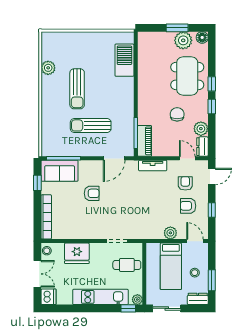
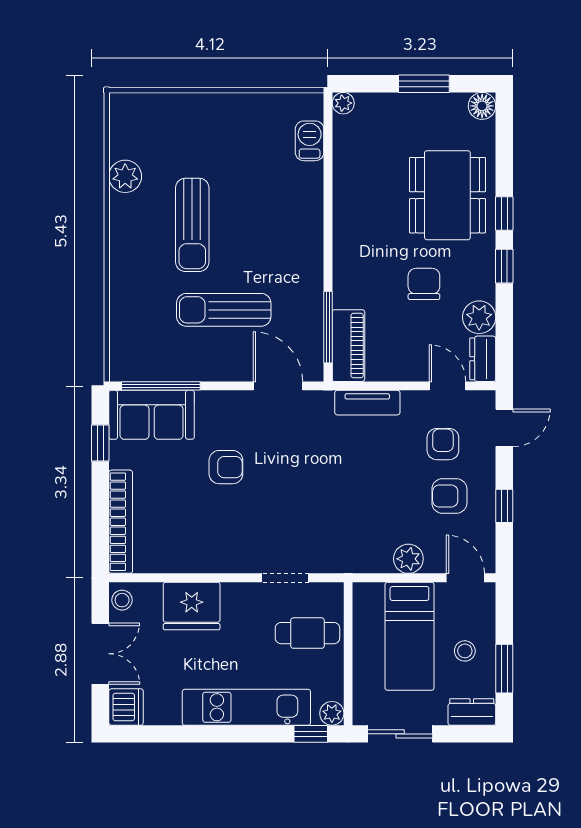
plant: (183, 40) -> (343, 103), moved, width x0.53, depth x0.53
barbecue: (124, 60) -> (310, 141), width x0.53, depth x0.65
door: (114, 158) -> (278, 386), swing flipped

